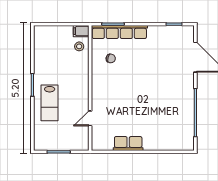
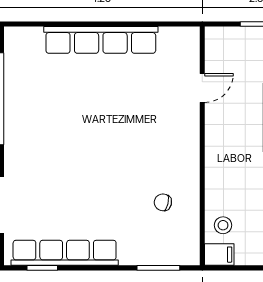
row of seats: (119, 32) -> (65, 253), moved
row of seats: (128, 144) -> (101, 40), width x2.02

